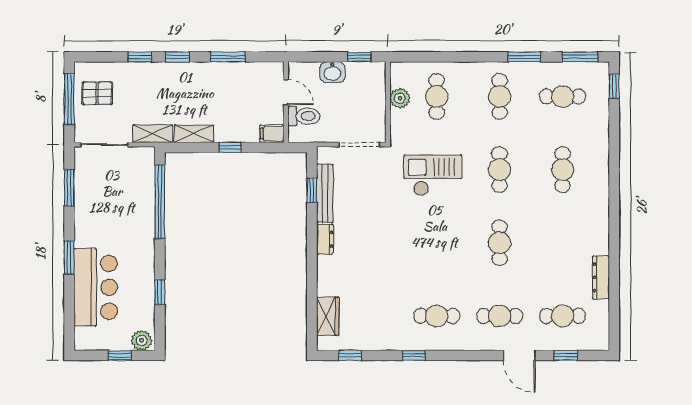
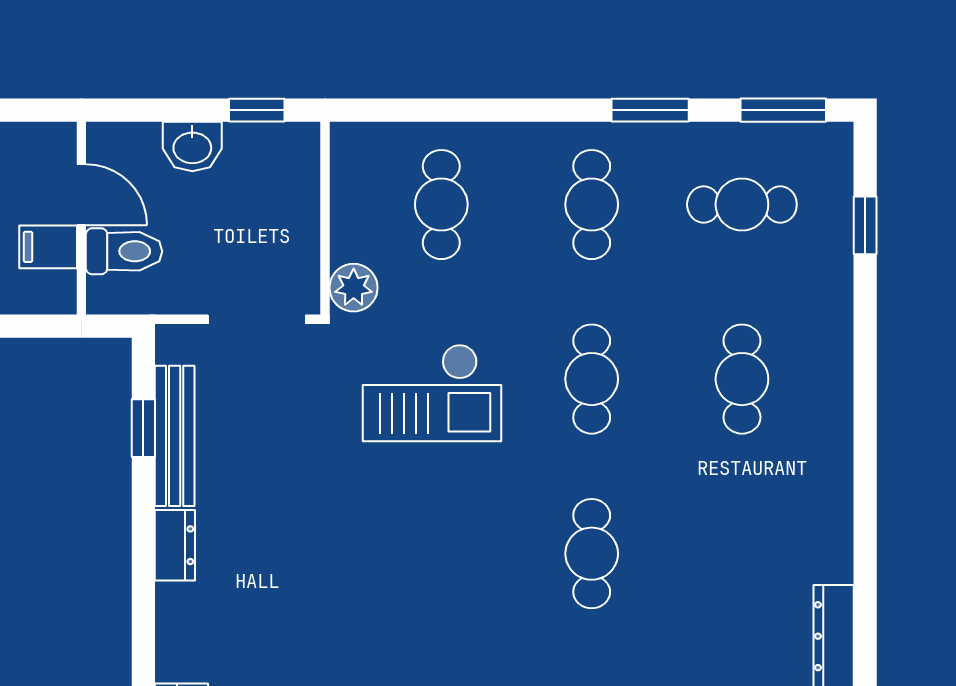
window: (614, 86) -> (865, 225), moved
plant: (400, 98) -> (354, 288), moved
filing cabinet: (272, 134) -> (48, 247), moved
checkout: (433, 175) -> (432, 393), turned 180

